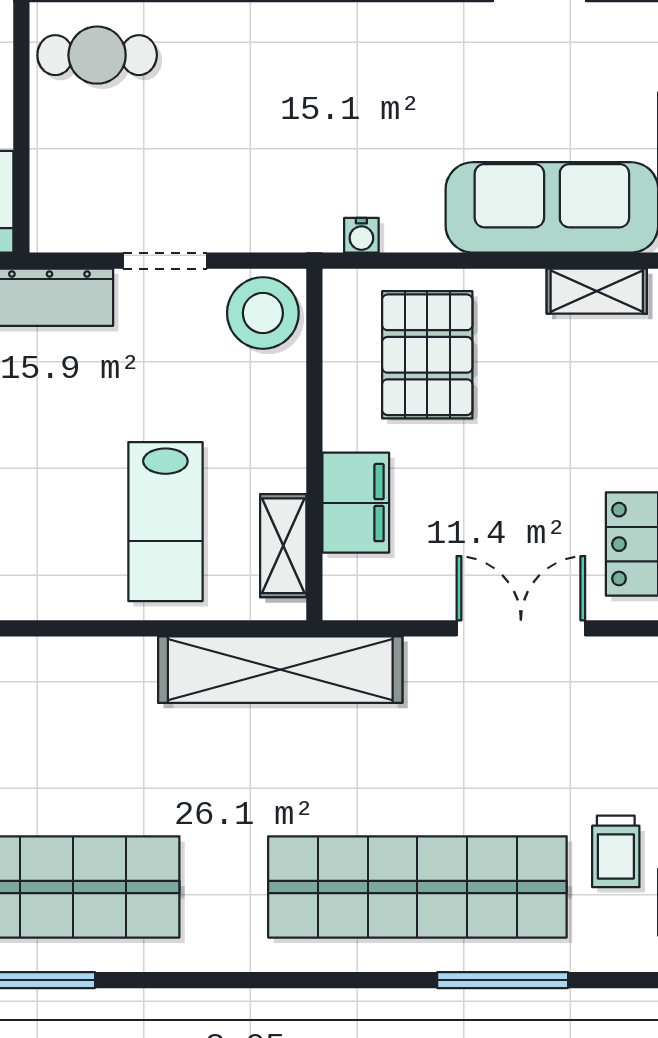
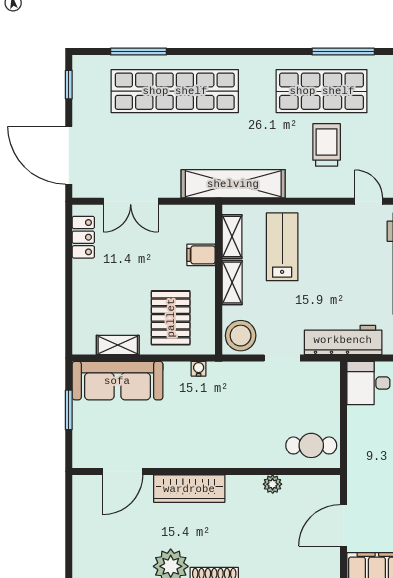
shelving: (597, 291) -> (118, 345), moved
shelving: (283, 438) -> (232, 282), added
filing cabinet: (356, 503) -> (201, 255), width x0.50
trolley: (616, 851) -> (327, 145), moved, width x1.36, depth x1.39

